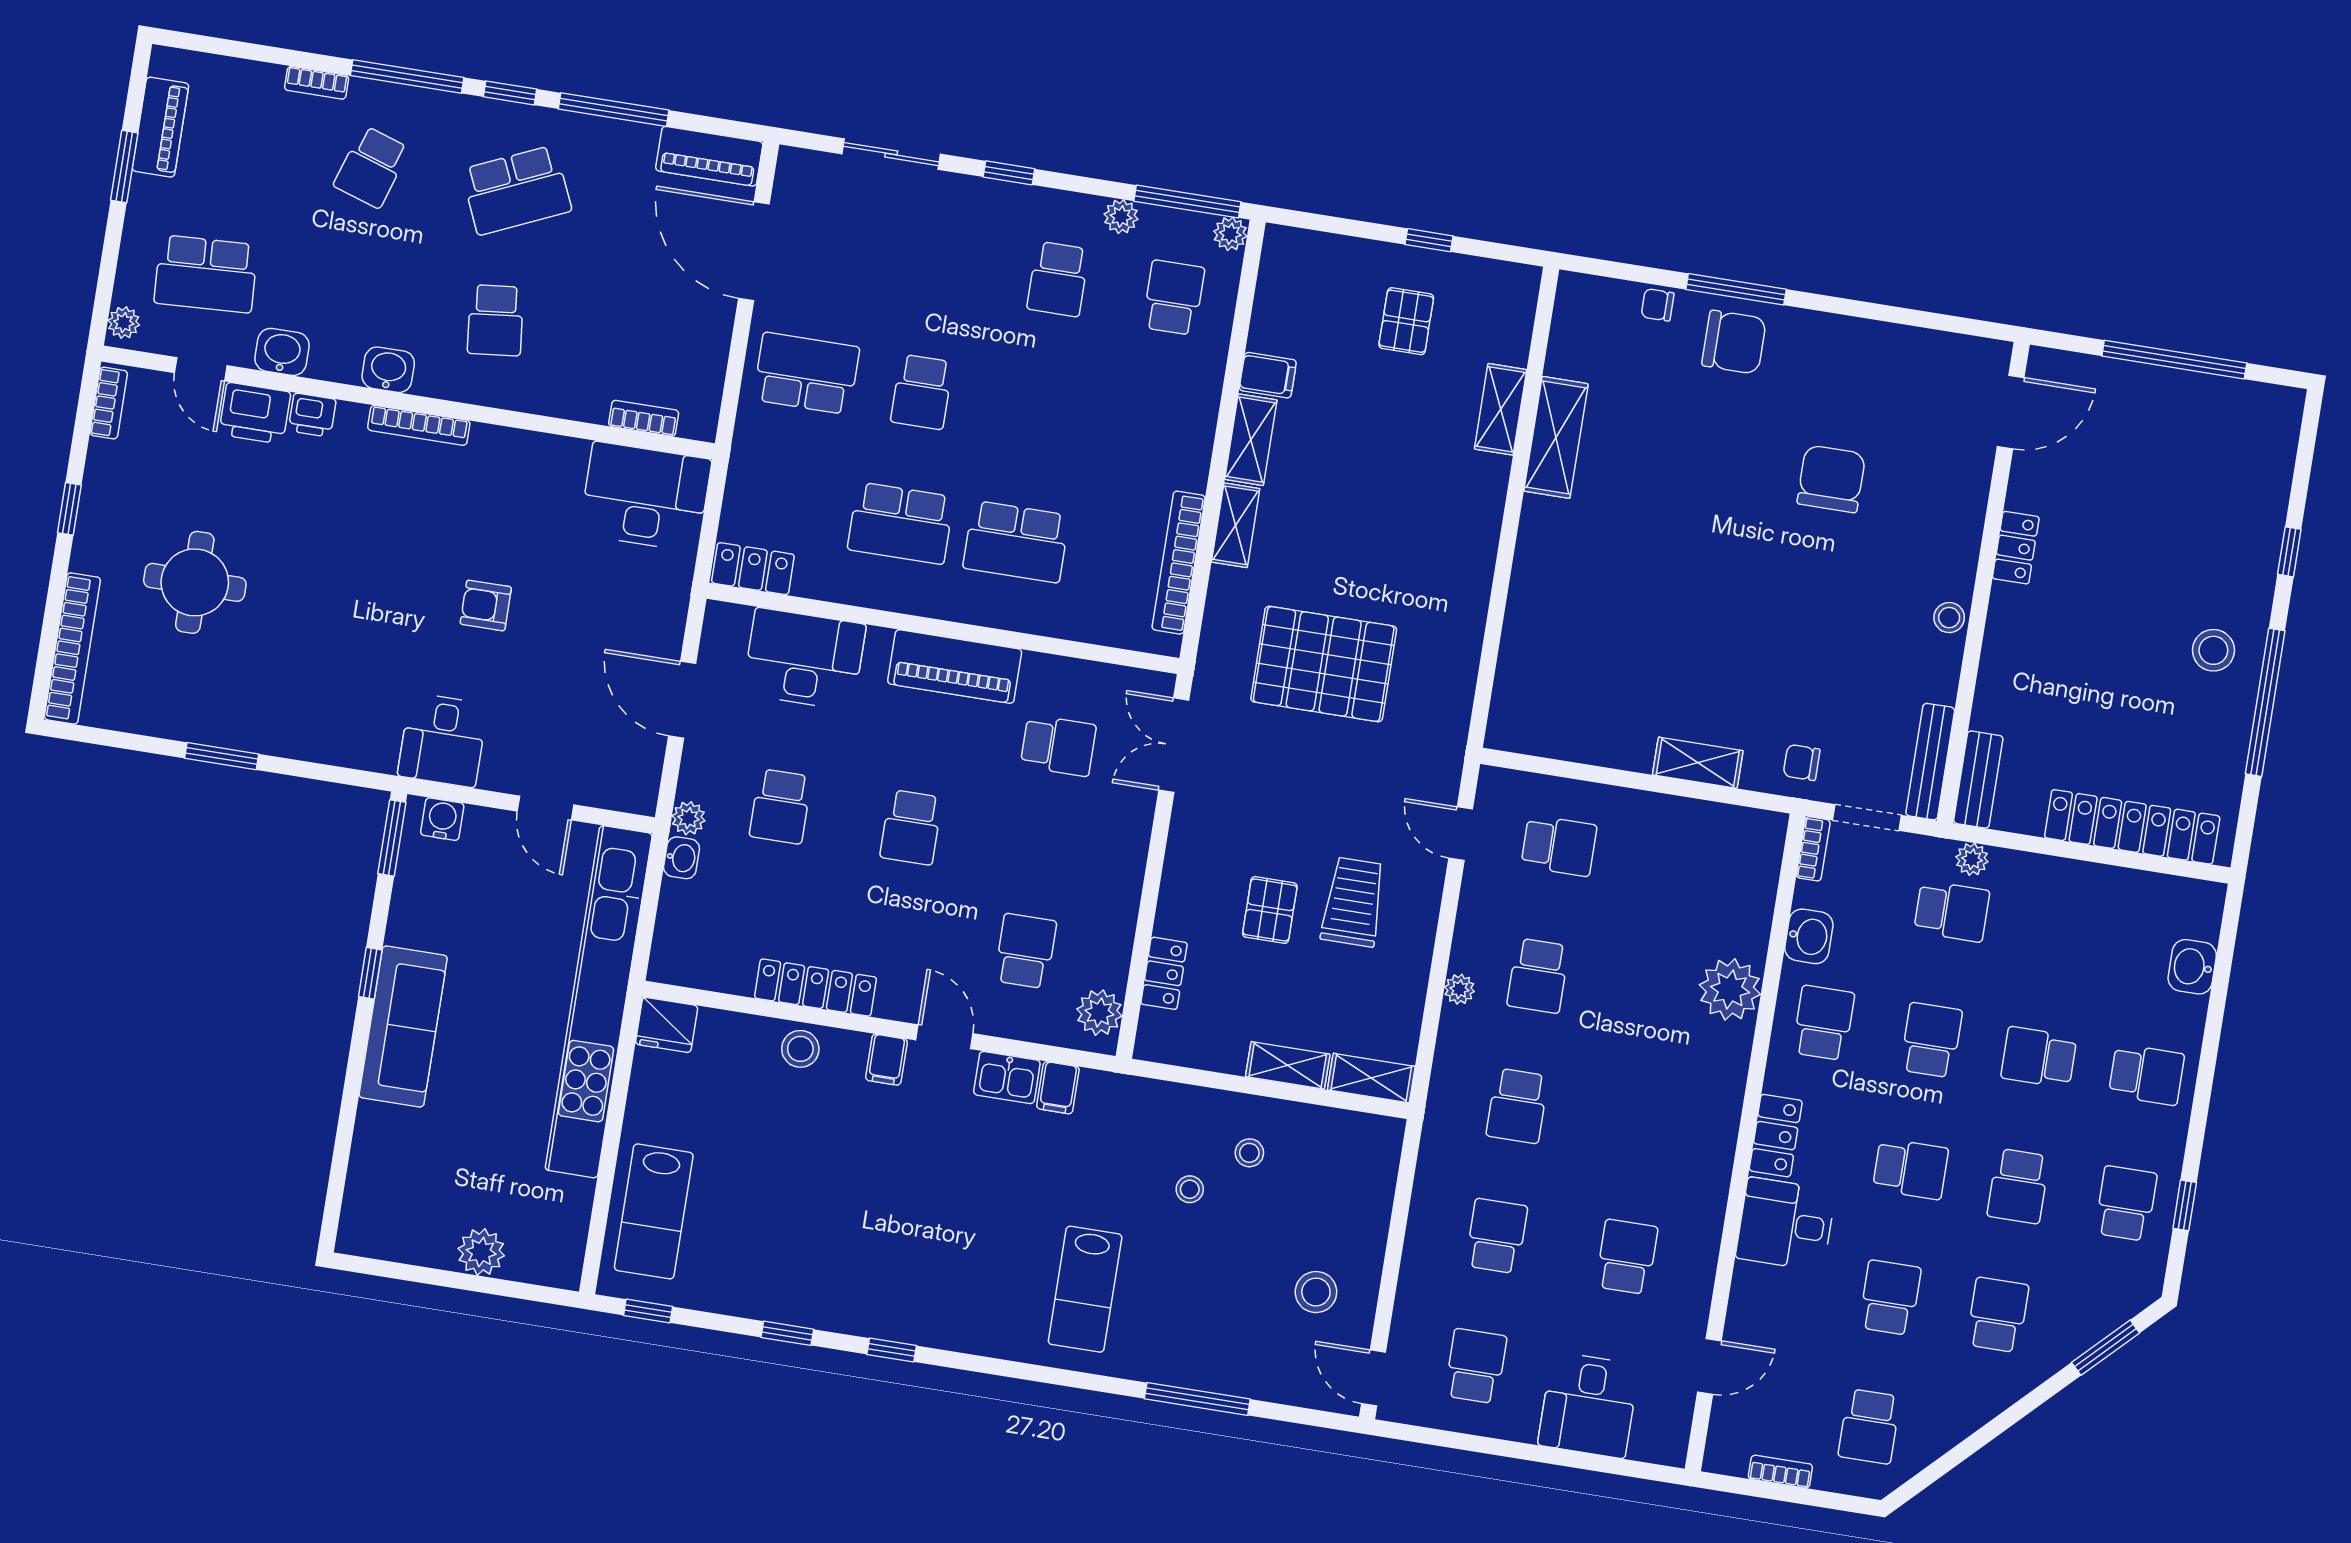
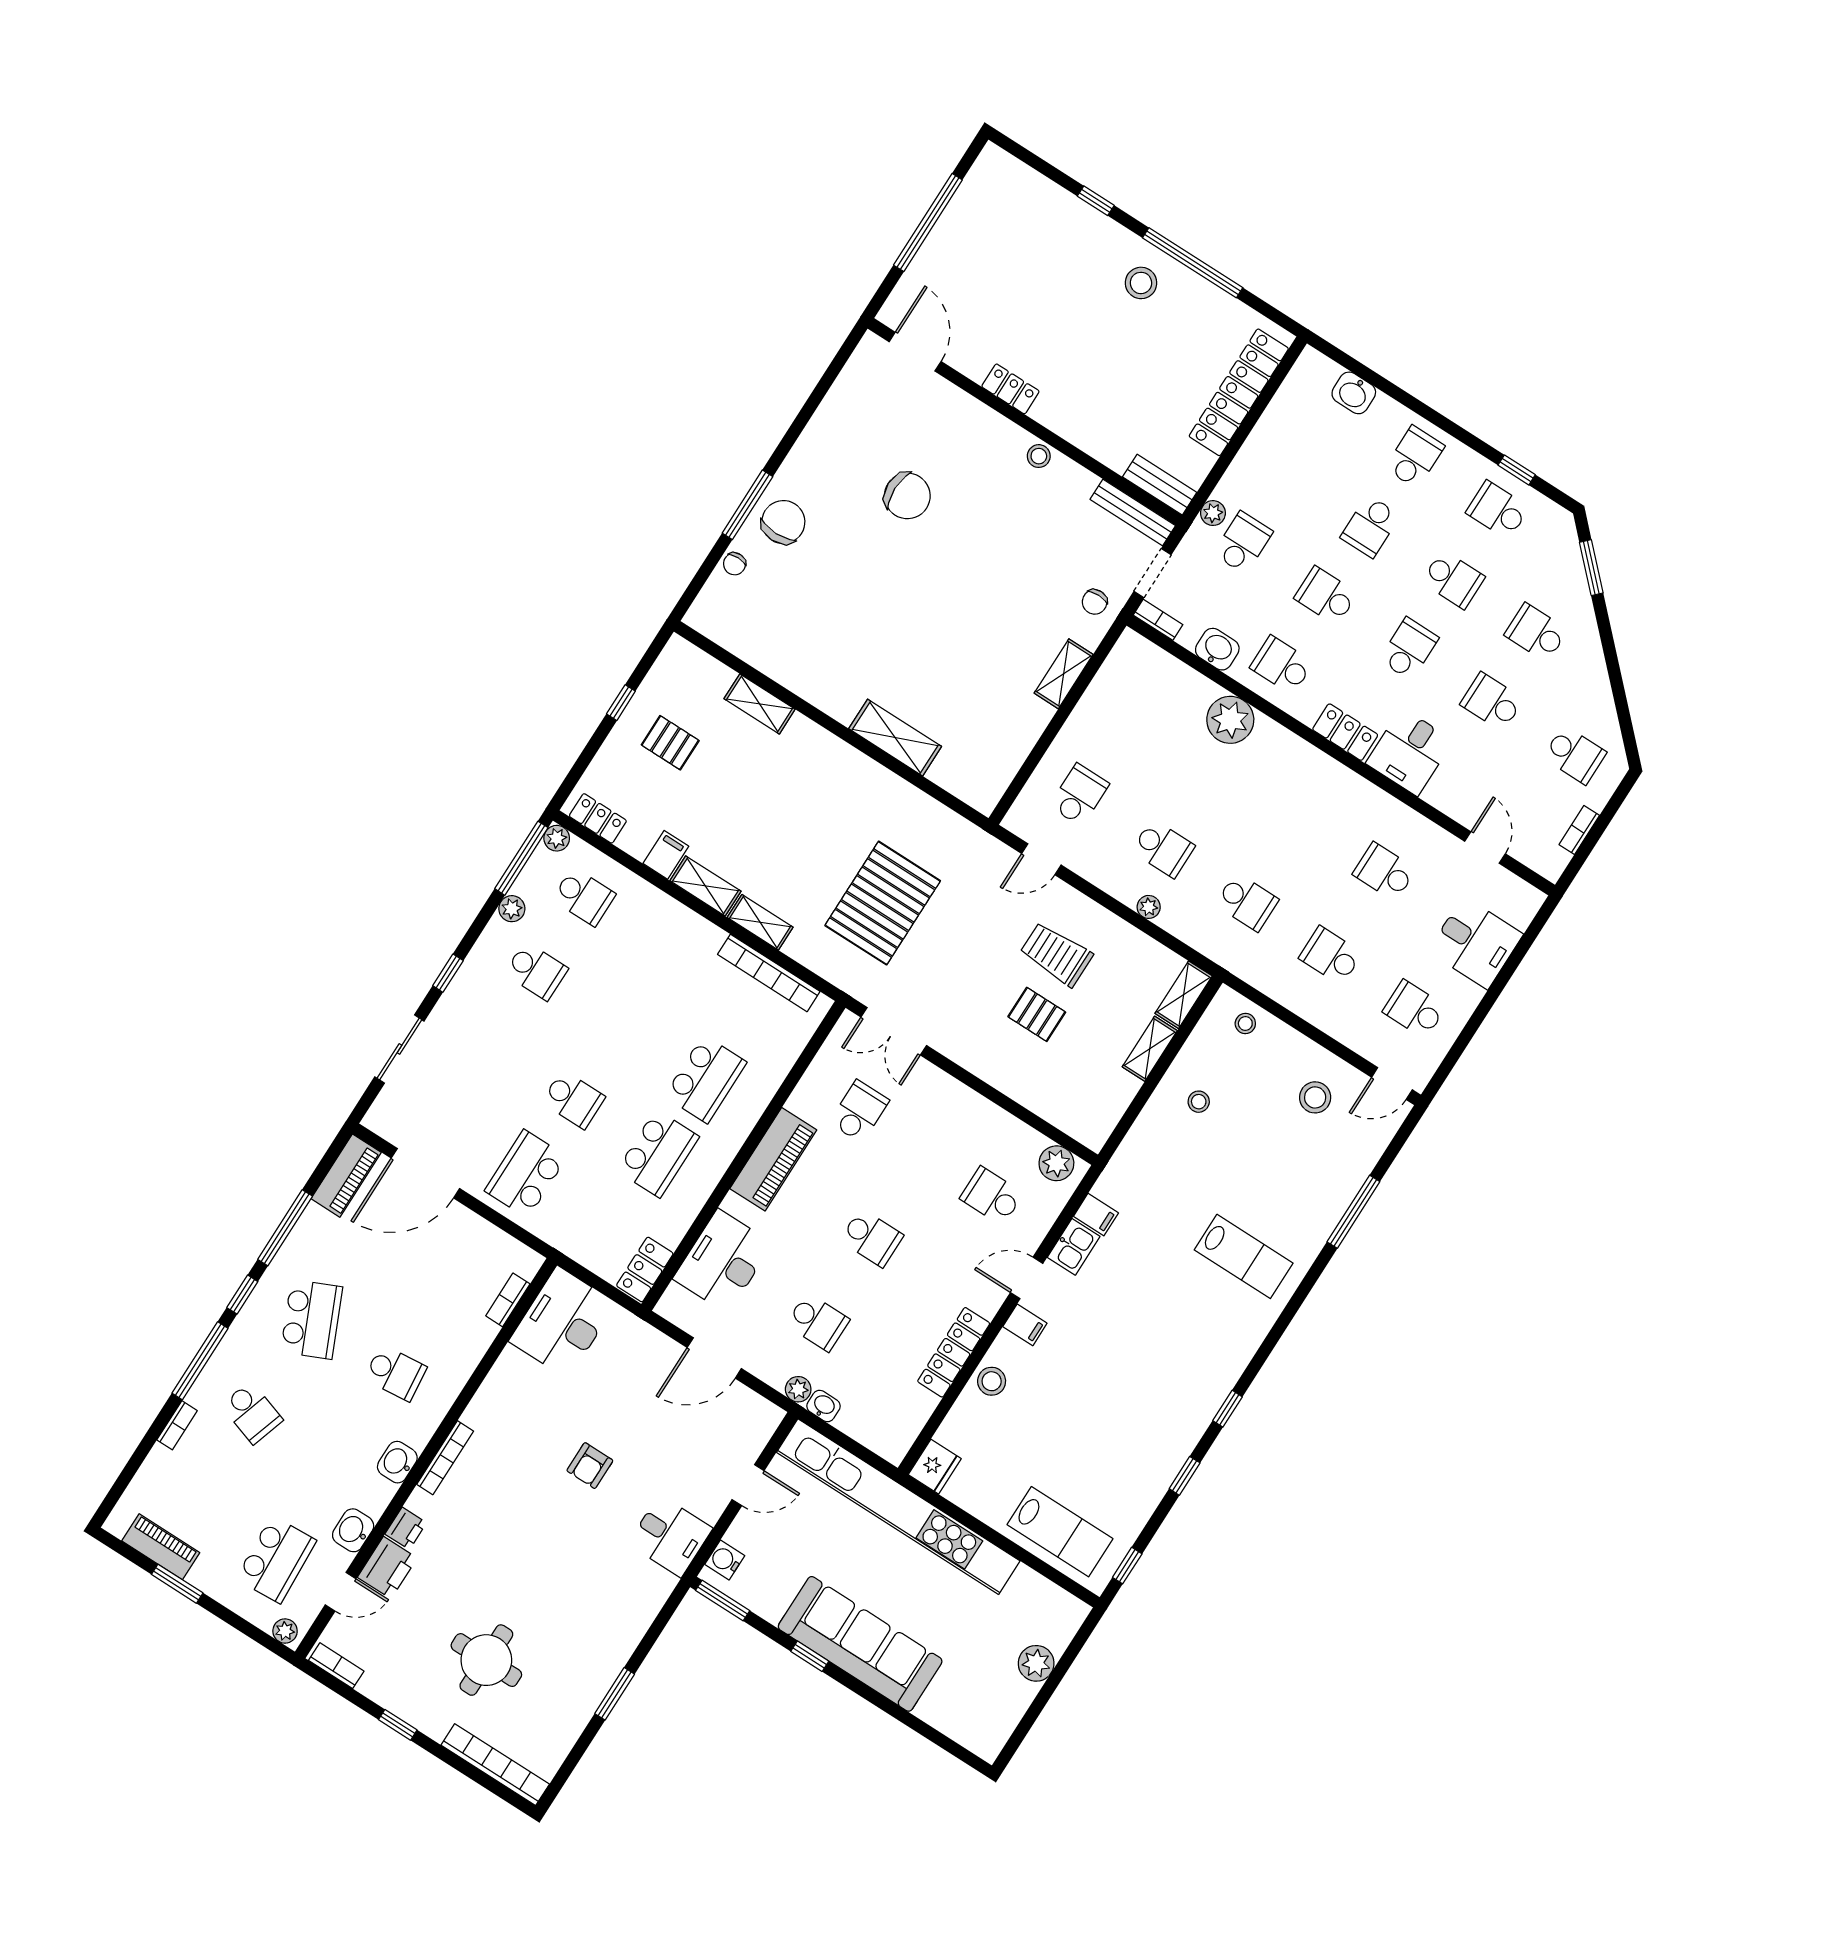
school desk: (1174, 298) -> (584, 897), turned 180
shelving: (1556, 437) -> (895, 738), moved
chair: (1831, 479) -> (907, 496), turned 180
locker: (1164, 973) -> (598, 818), moved
sofa: (403, 1026) -> (860, 1644), width x1.36, depth x1.27
stool: (1190, 1189) -> (1245, 1024), moved

